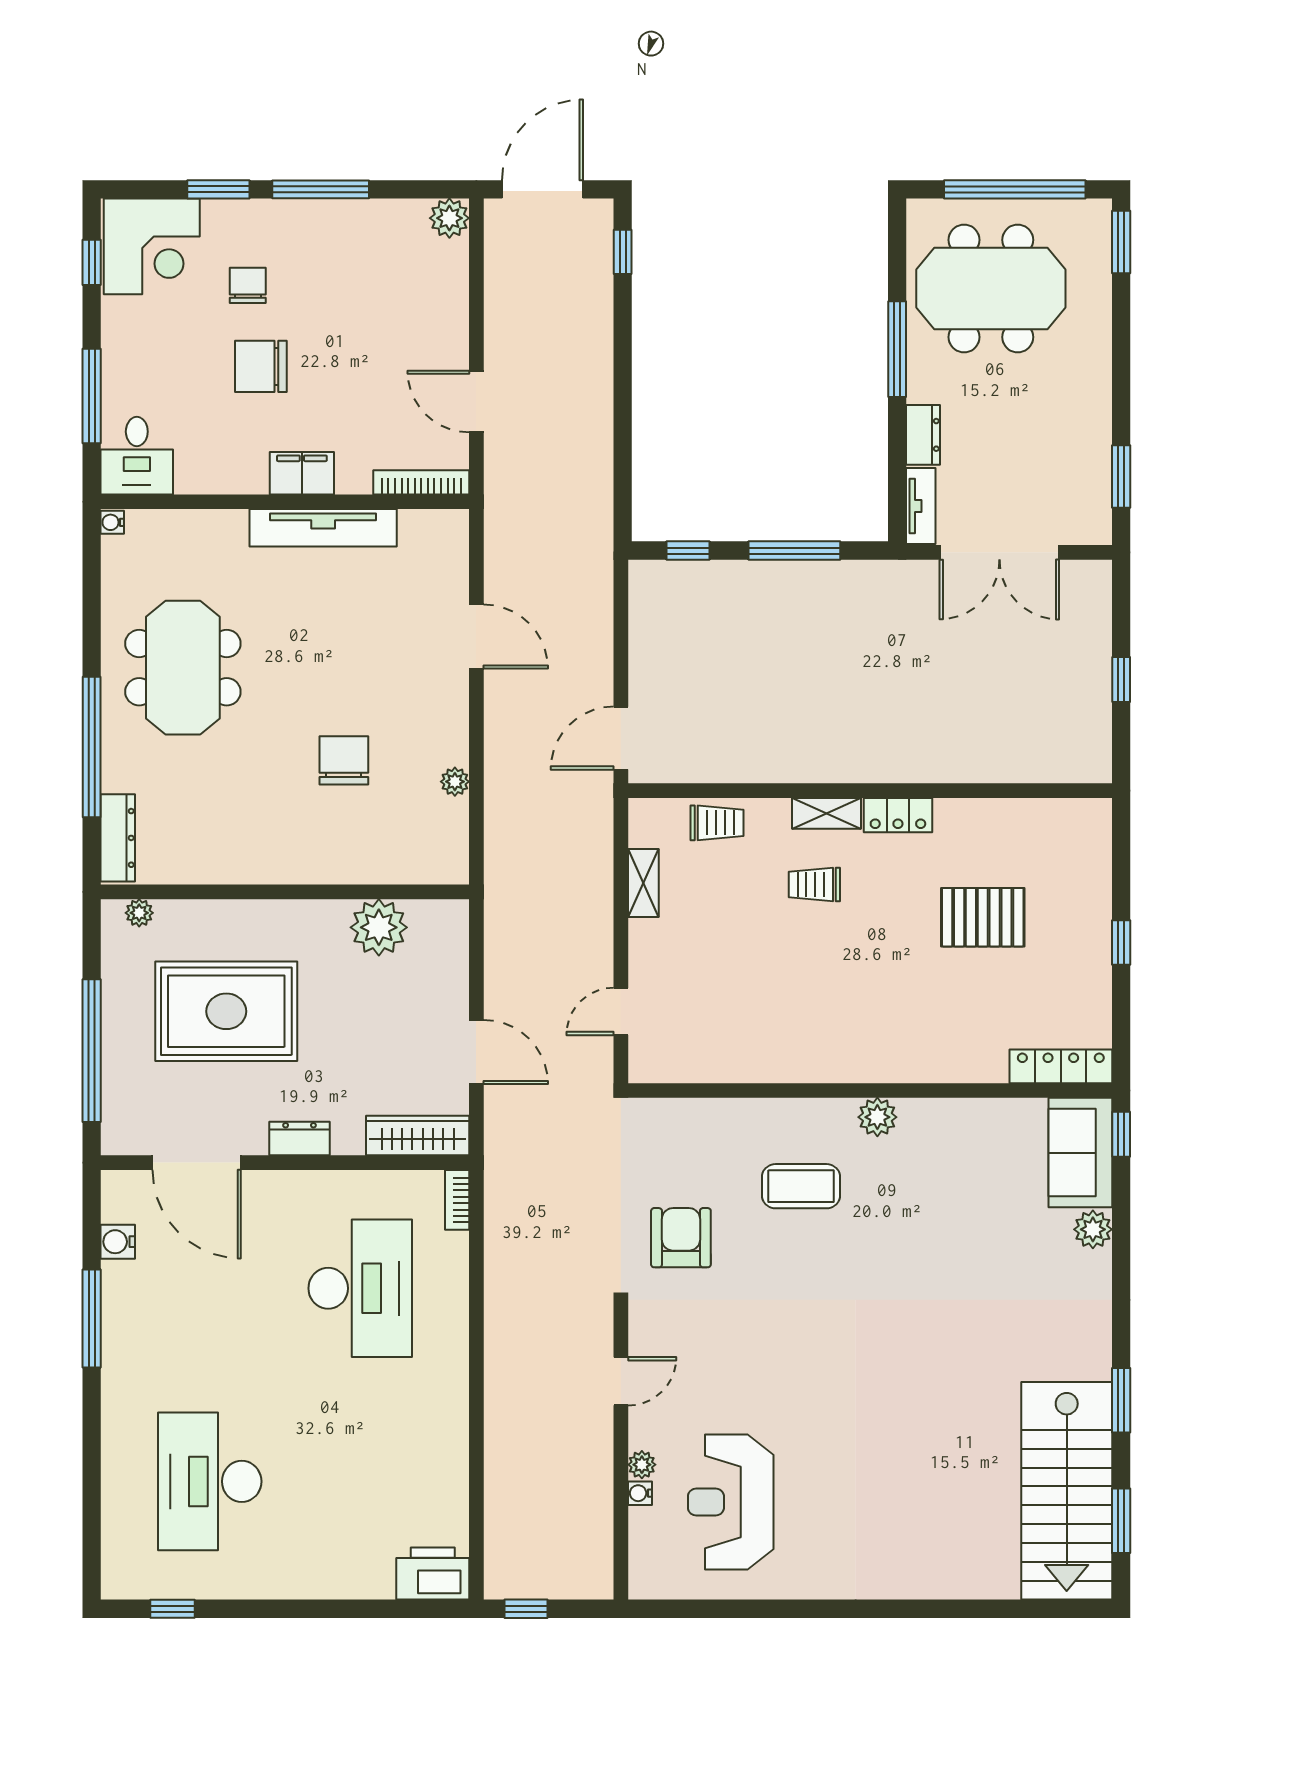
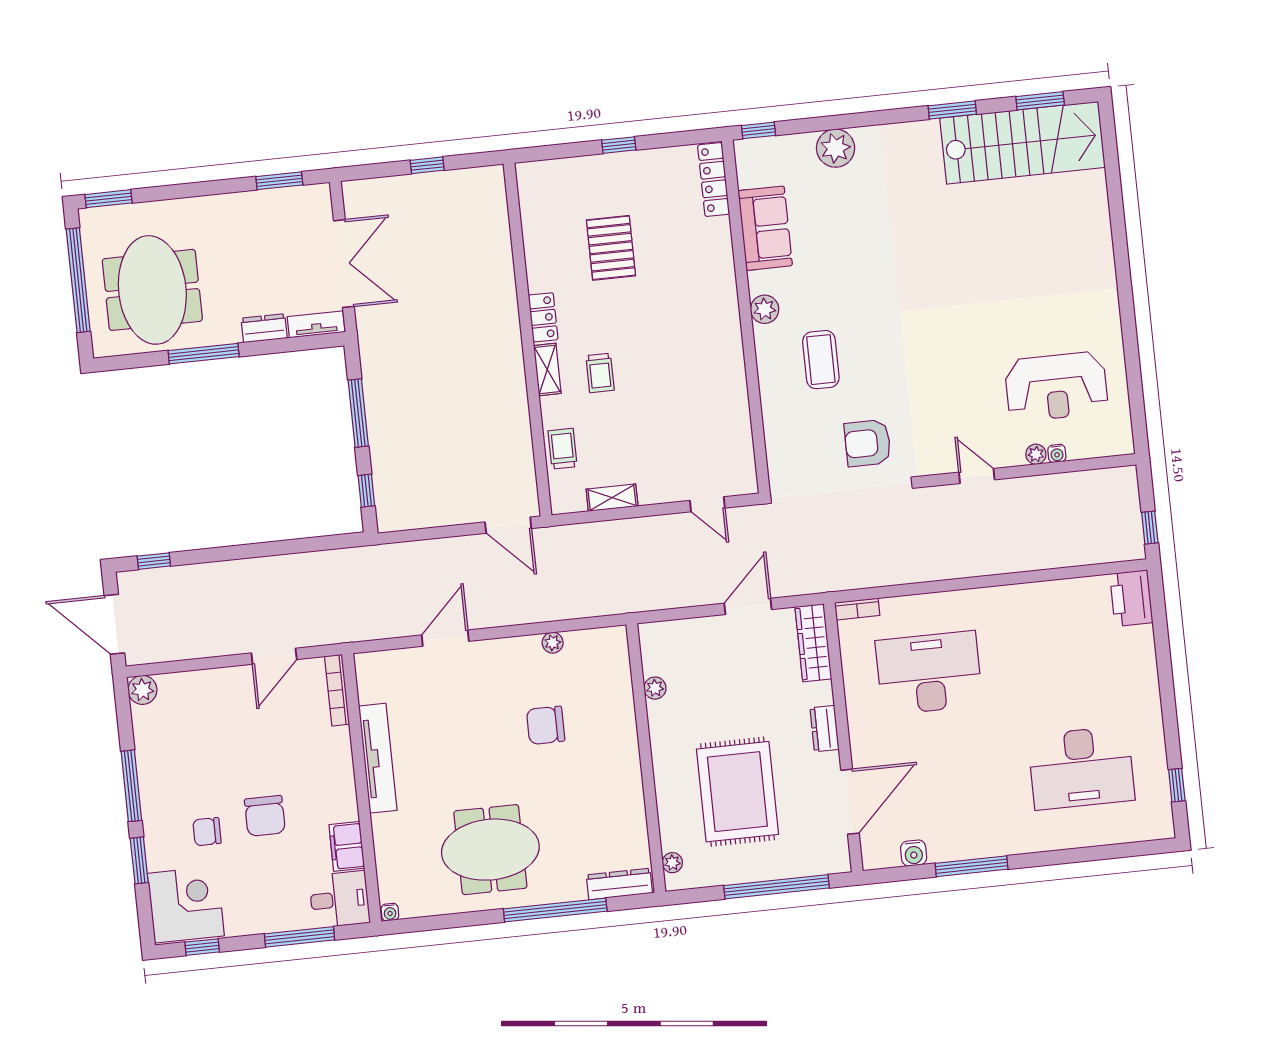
filing cabinet: (302, 473) -> (347, 846), moved
plant: (379, 927) -> (655, 688), width x0.53, depth x0.53
sofa: (1080, 1153) -> (765, 228), moved, turned -90
plant: (1093, 1229) -> (836, 148), width x1.36, depth x1.36

